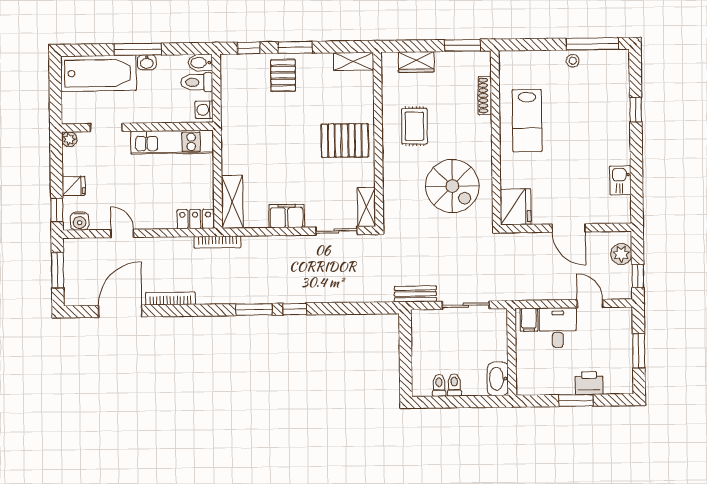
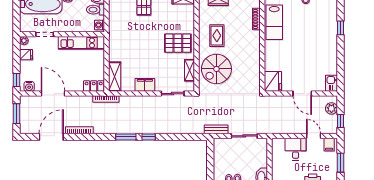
lab bench: (527, 121) -> (274, 22), moved
kitchen sink: (620, 180) -> (331, 83), moved
fridge: (74, 186) -> (26, 55), moved
spiral stairs: (452, 186) -> (216, 69), moved, turned 90
shelving: (366, 207) -> (189, 70), moved
door: (122, 233) -> (53, 94), width x1.88
filing cabinet: (529, 320) -> (329, 145), moved

